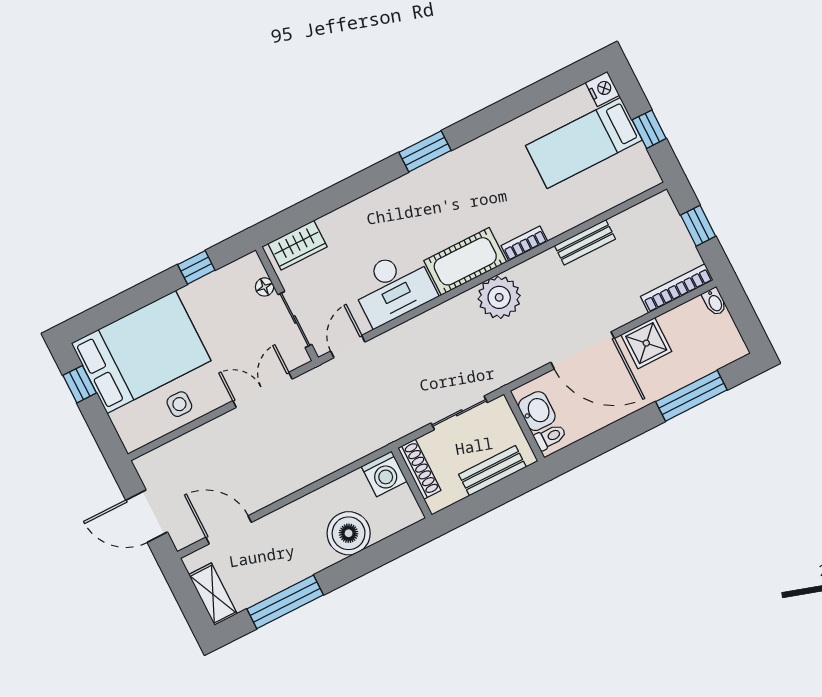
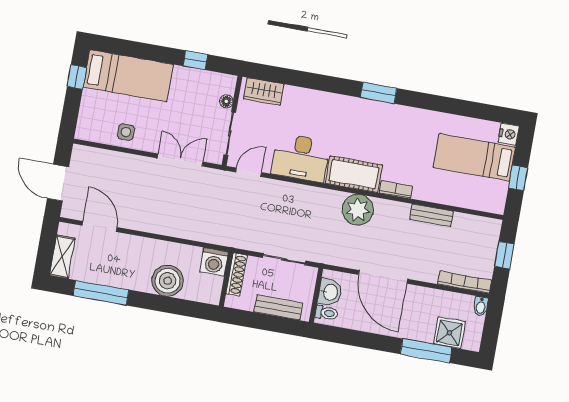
shower: (646, 343) -> (449, 333), moved
bed: (141, 352) -> (128, 76), width x0.67

